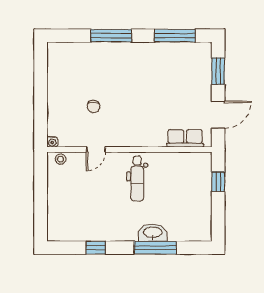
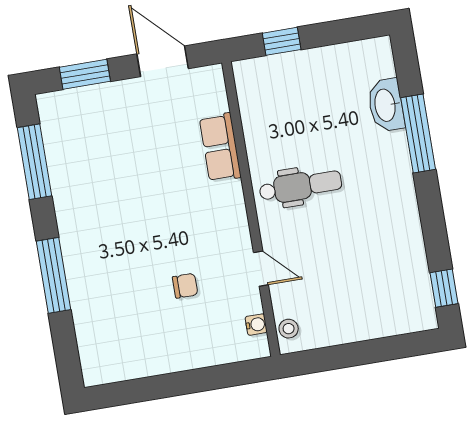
row of seats: (185, 138) -> (220, 147), moved
water cooler: (52, 142) -> (256, 325), moved
washbasin: (153, 233) -> (386, 105), moved
window: (96, 248) -> (444, 288), moved

